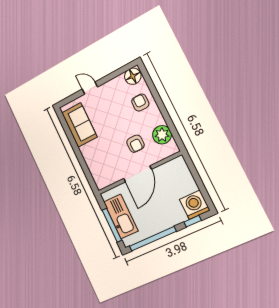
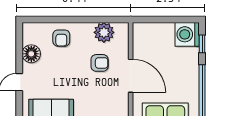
floor lamp: (133, 76) -> (31, 54), moved
armchair: (140, 103) -> (61, 38), turned -90

